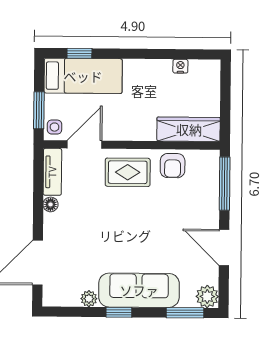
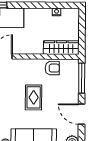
armchair: (173, 166) -> (52, 68), turned -90
rug: (128, 172) -> (34, 97), moved, turned 90

